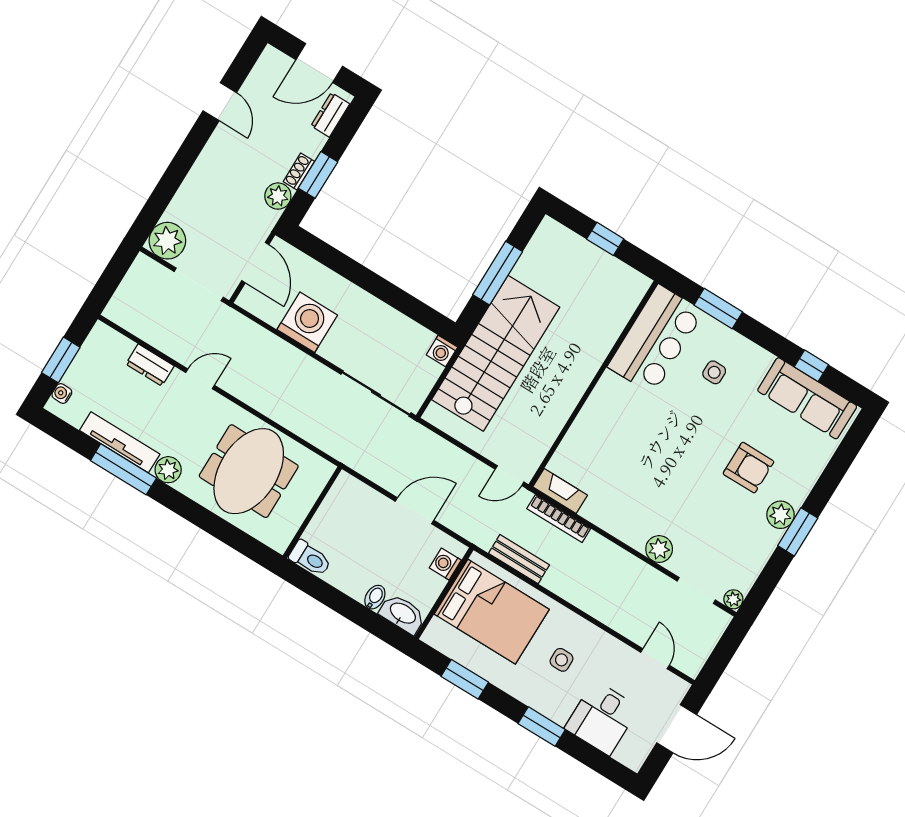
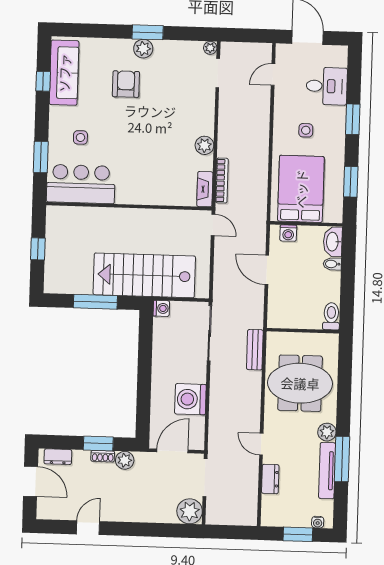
plant: (659, 549) -> (204, 145), moved
bench: (519, 559) -> (255, 350), moved

